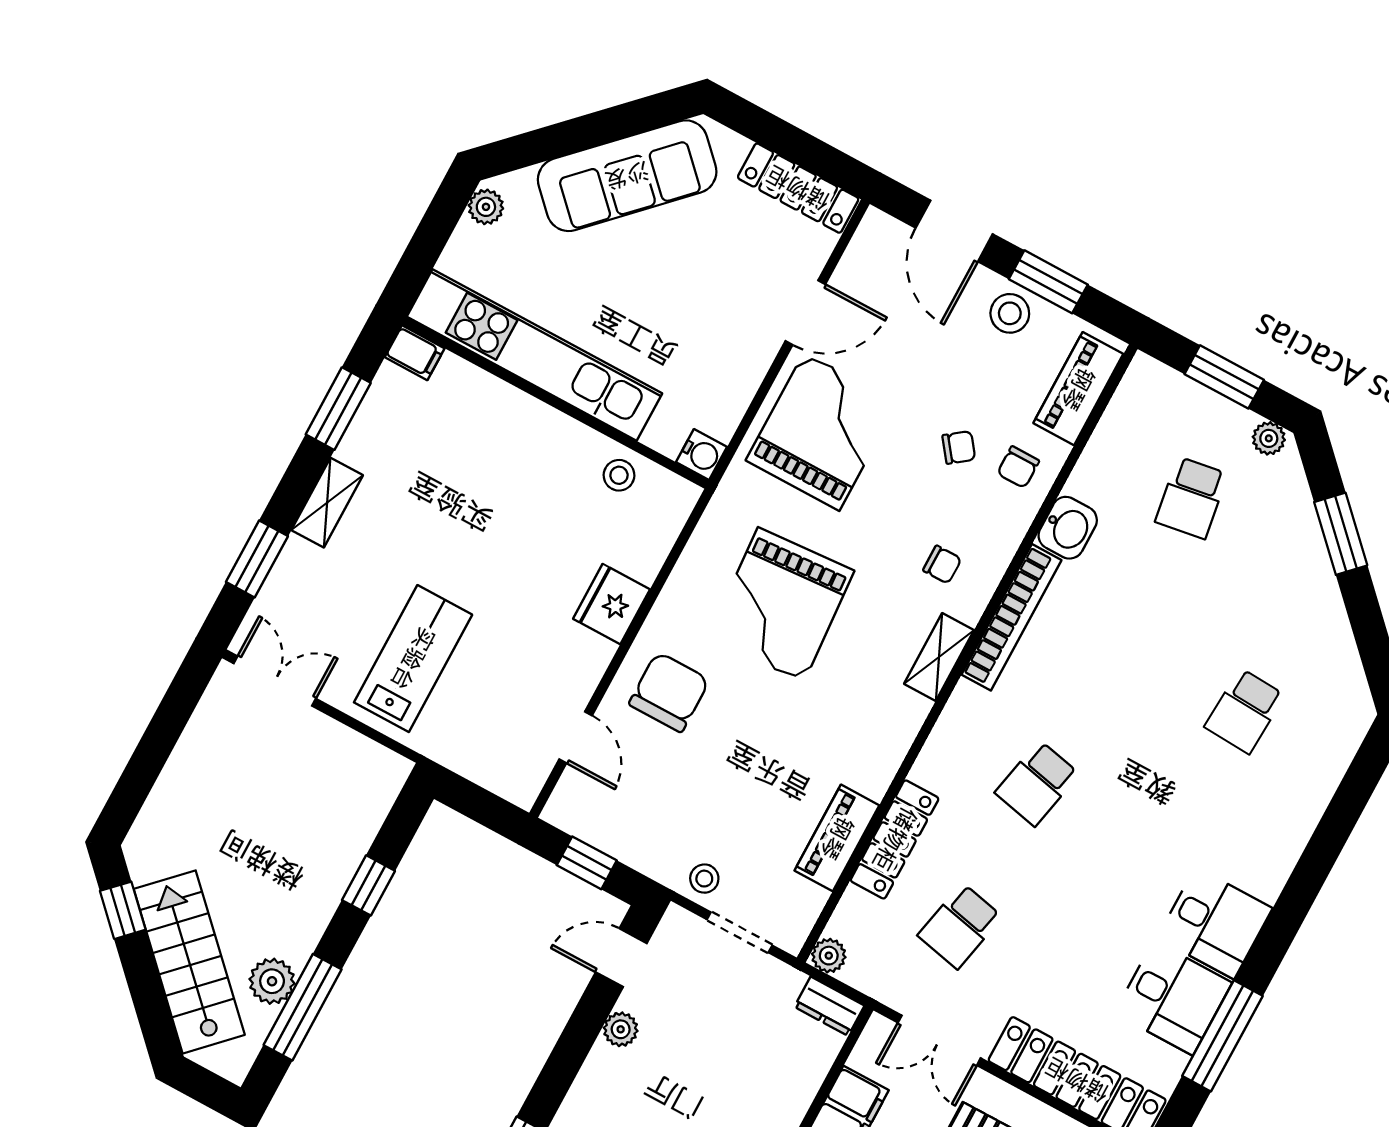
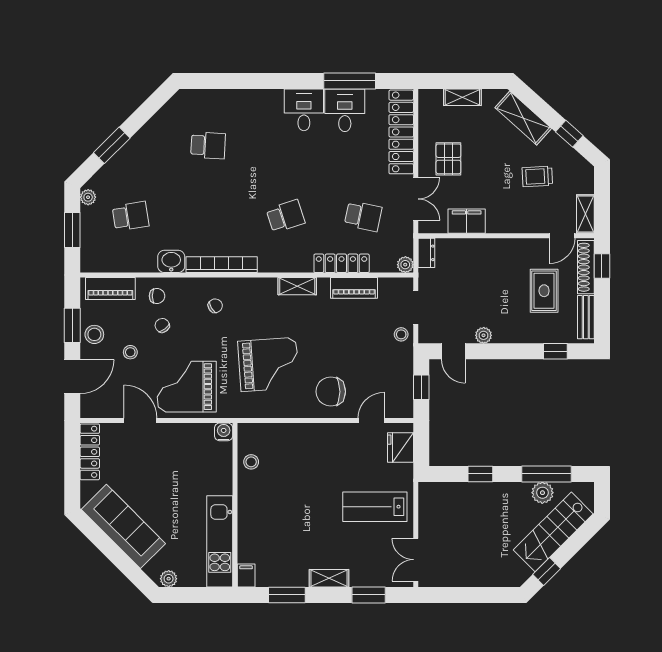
kitchen unit: (535, 355) -> (220, 541), width x0.73
stool: (941, 362) -> (130, 352), added
chair: (942, 565) -> (215, 306), turned 59
fridge: (612, 604) -> (401, 447), moved, turned 90
shelving: (939, 657) -> (297, 286), moved
school desk: (1037, 783) -> (286, 216), turned -30

